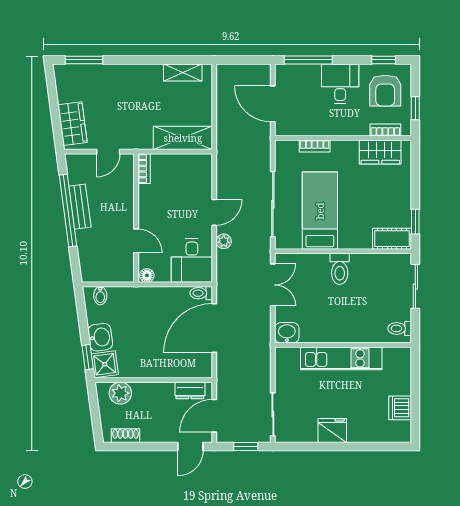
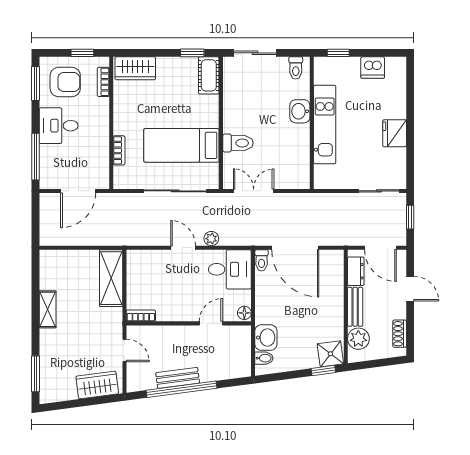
window: (384, 60) -> (35, 84), width x1.50
shelving: (183, 72) -> (48, 309), moved
wardrobe: (380, 152) -> (135, 68), moved, turned 90
toilet: (340, 269) -> (238, 143), moved
washbasin: (287, 333) -> (300, 111), moved
washbasin: (100, 337) -> (266, 338), moved, turned 98
window: (415, 372) -> (338, 53), added
bench: (153, 390) -> (355, 307), added
door: (190, 446) -> (410, 289), moved

